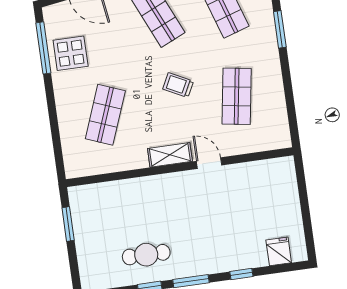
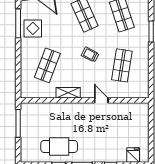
shelving: (170, 155) -> (68, 93), moved
window: (68, 224) -> (18, 123), width x1.44
cafe table: (146, 255) -> (59, 146), width x1.37, depth x1.35

